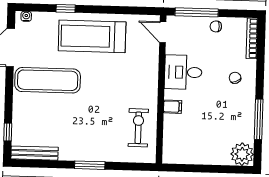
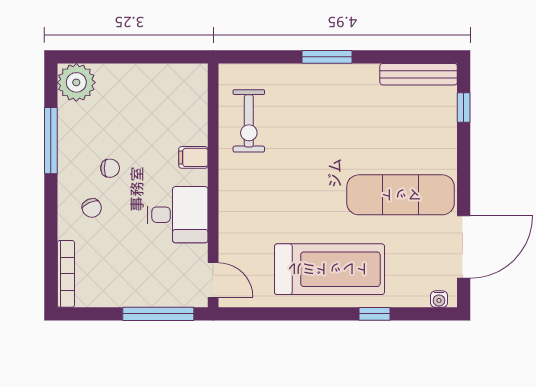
chair: (216, 26) -> (110, 168), moved

